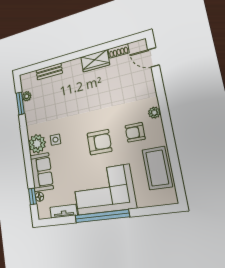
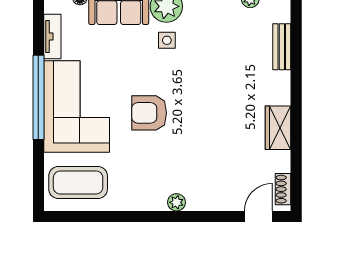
shoe rack: (119, 51) -> (283, 189), moved
armchair: (135, 132) -> (154, 169), removed
armchair: (99, 142) -> (149, 113), turned 90
coffee table: (157, 168) -> (78, 183), moved

